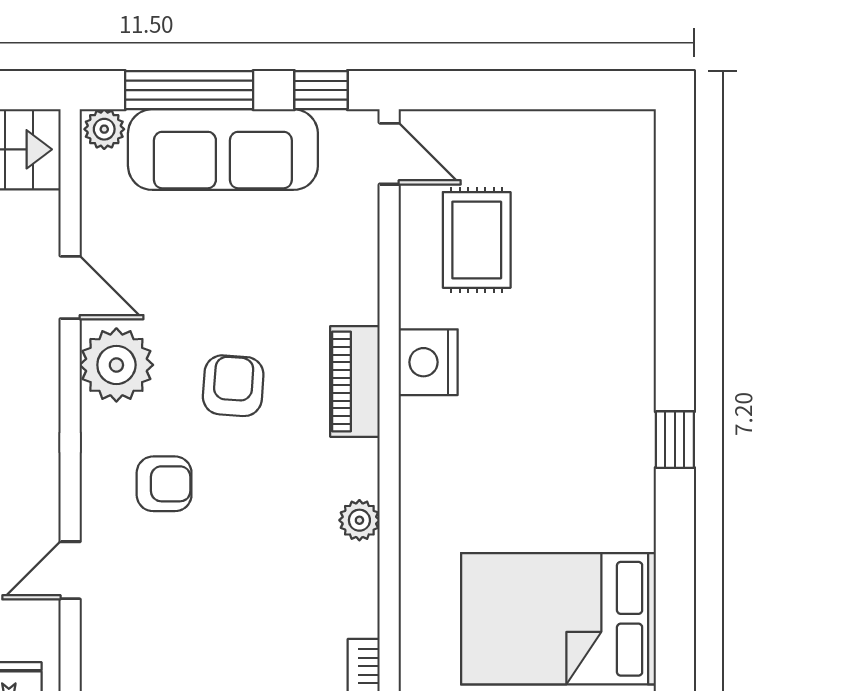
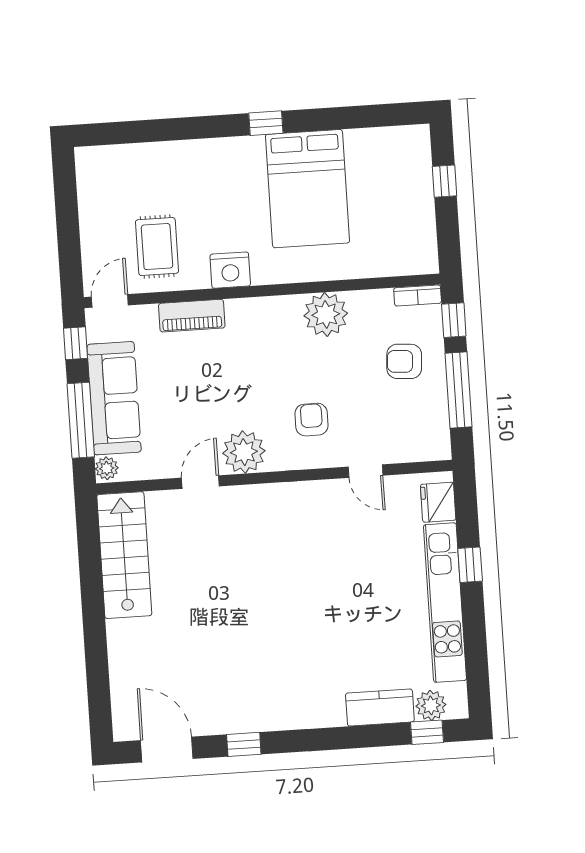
rug: (477, 240) -> (157, 247), turned 90
piano: (355, 381) -> (192, 316), moved
armchair: (233, 386) -> (404, 361), moved
plant: (359, 520) -> (326, 314), width x1.88, depth x1.88
bed: (558, 619) -> (307, 189), moved

